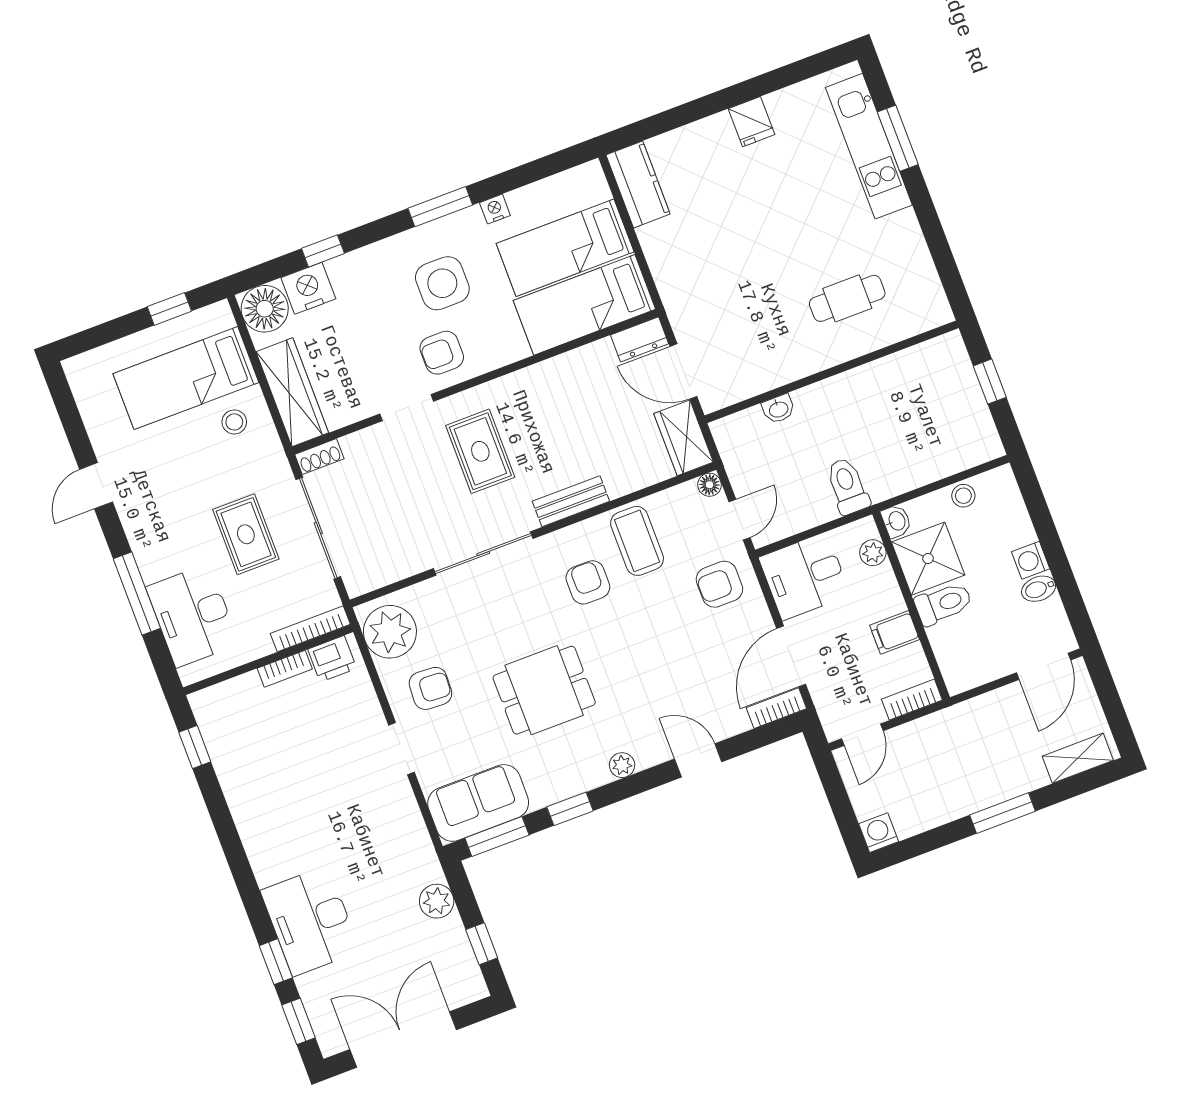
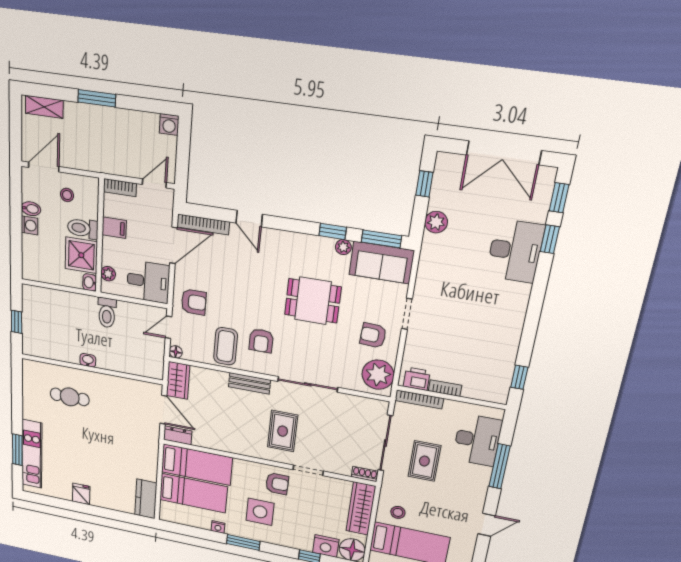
washbasin: (778, 409) -> (88, 360), moved
stool: (963, 496) -> (67, 195), moved
bookcase: (776, 708) -> (203, 224), width x1.56
plant: (622, 765) -> (343, 247), moved

